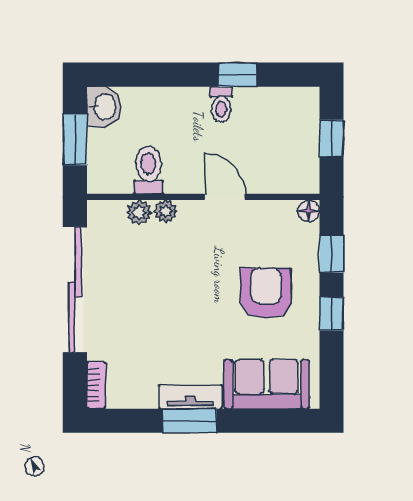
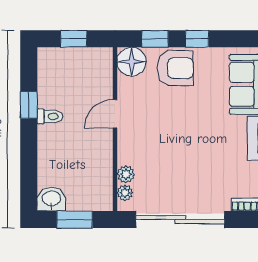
toilet: (148, 170) -> (96, 168), removed
plant: (165, 211) -> (125, 193), moved
floor lamp: (309, 211) -> (132, 62), width x1.89, depth x1.89
armchair: (266, 293) -> (175, 68), moved, turned 180

